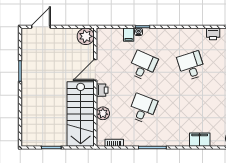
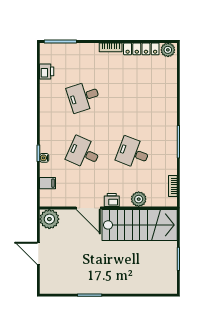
door: (41, 27) -> (38, 253), moved
filing cabinet: (129, 35) -> (47, 183), moved
filing cabinet: (200, 140) -> (169, 87), removed

